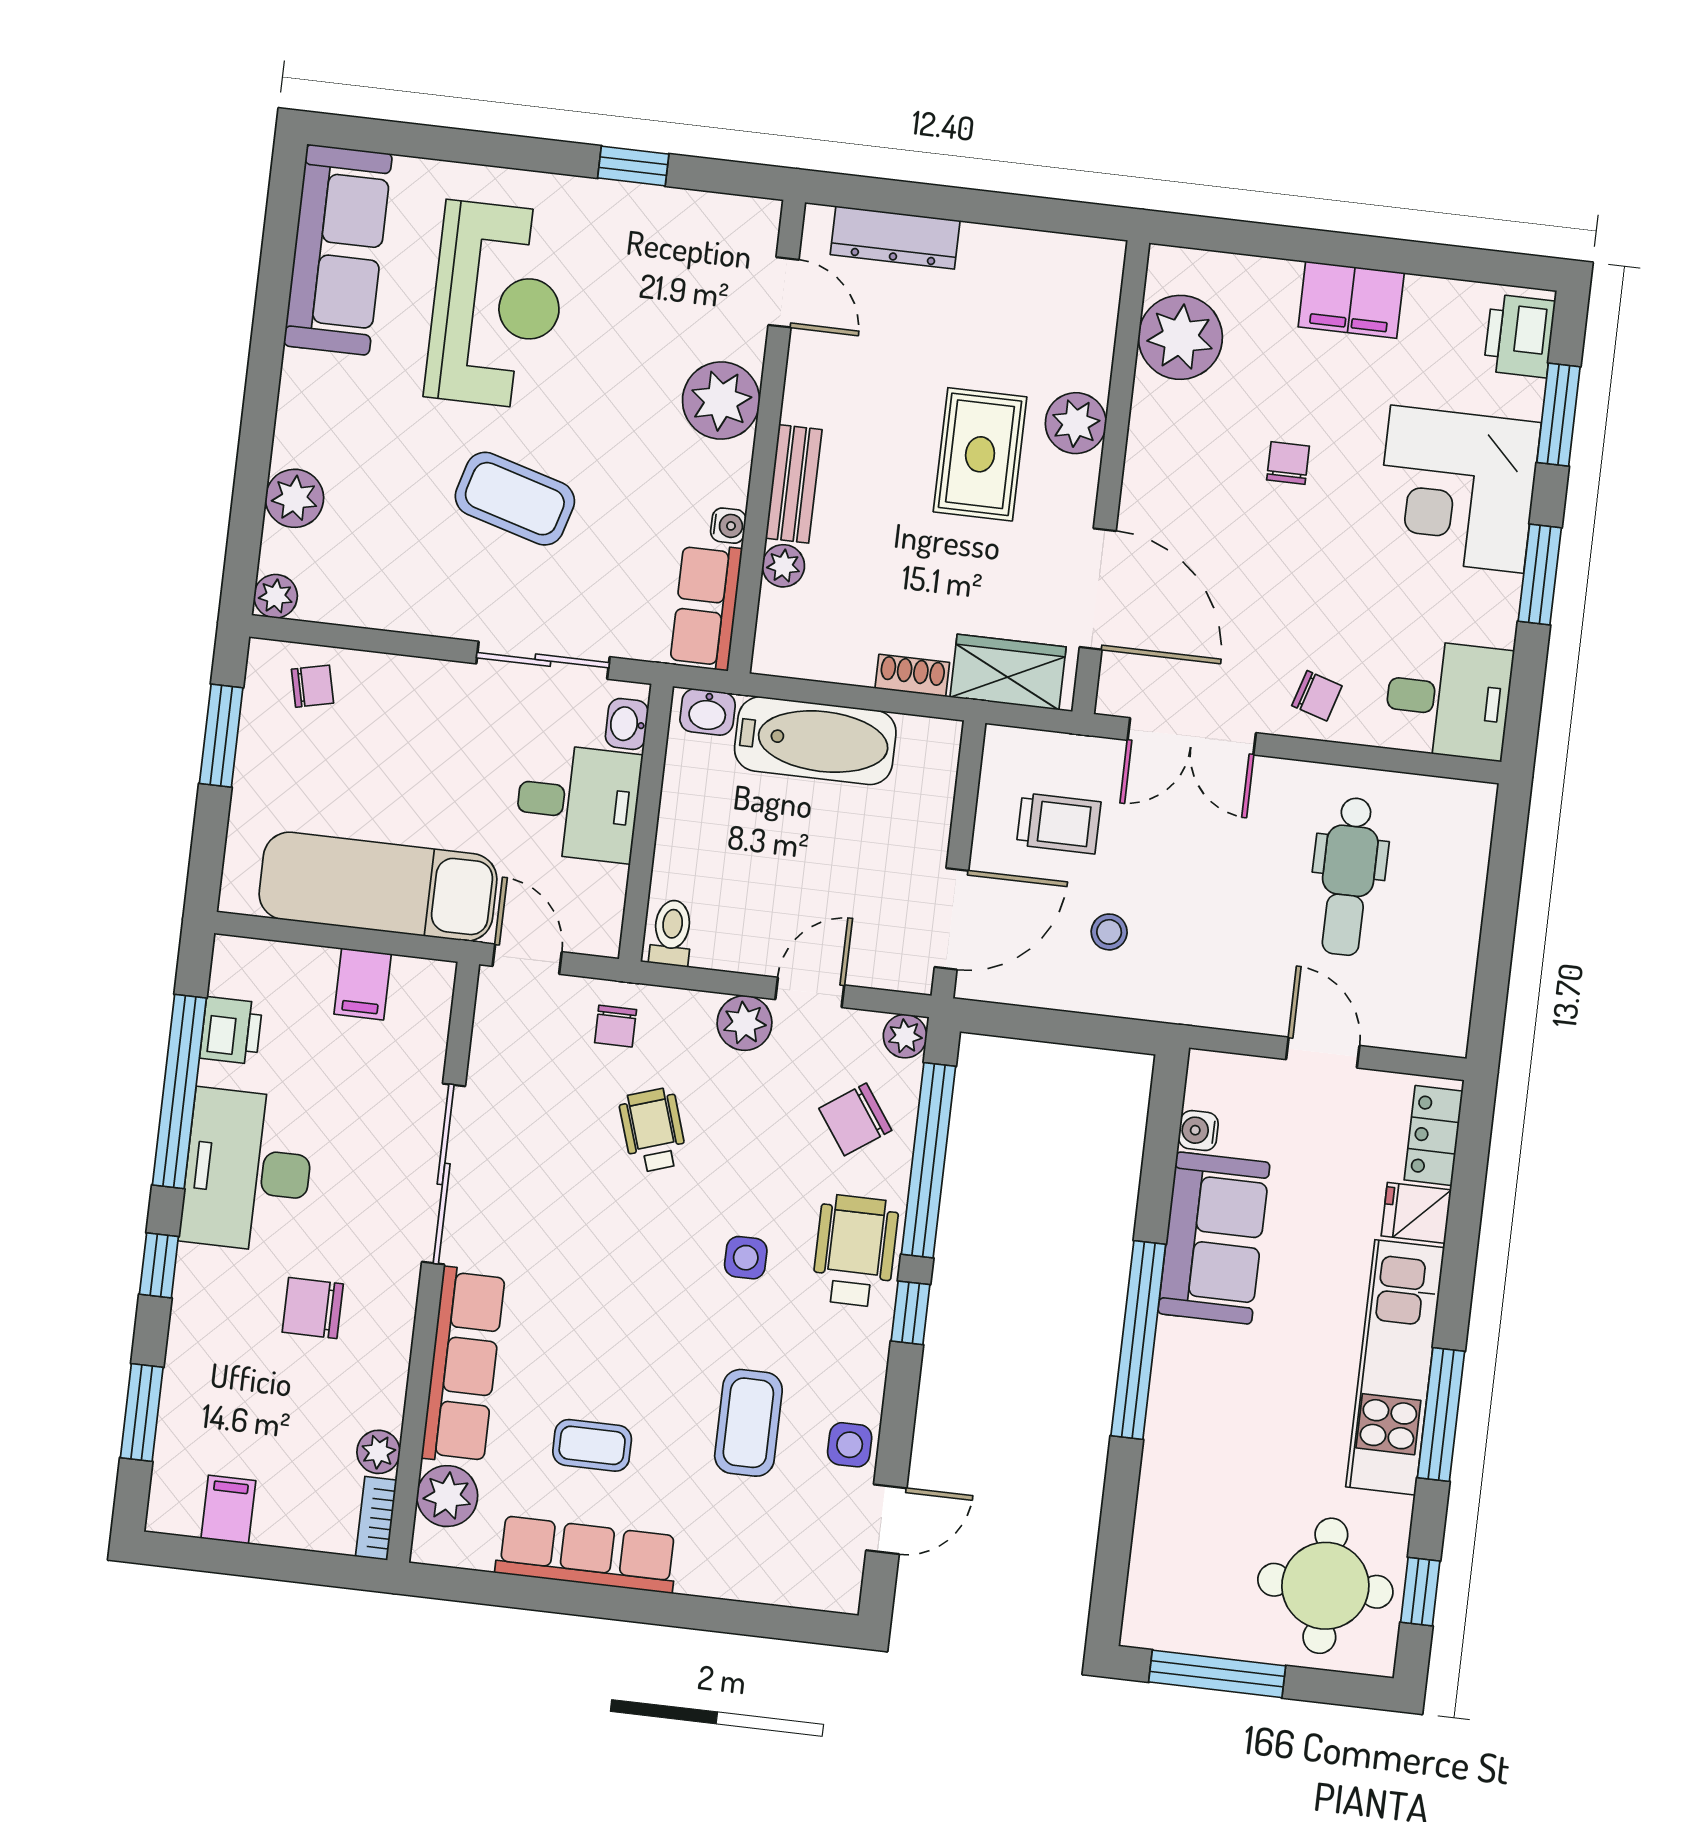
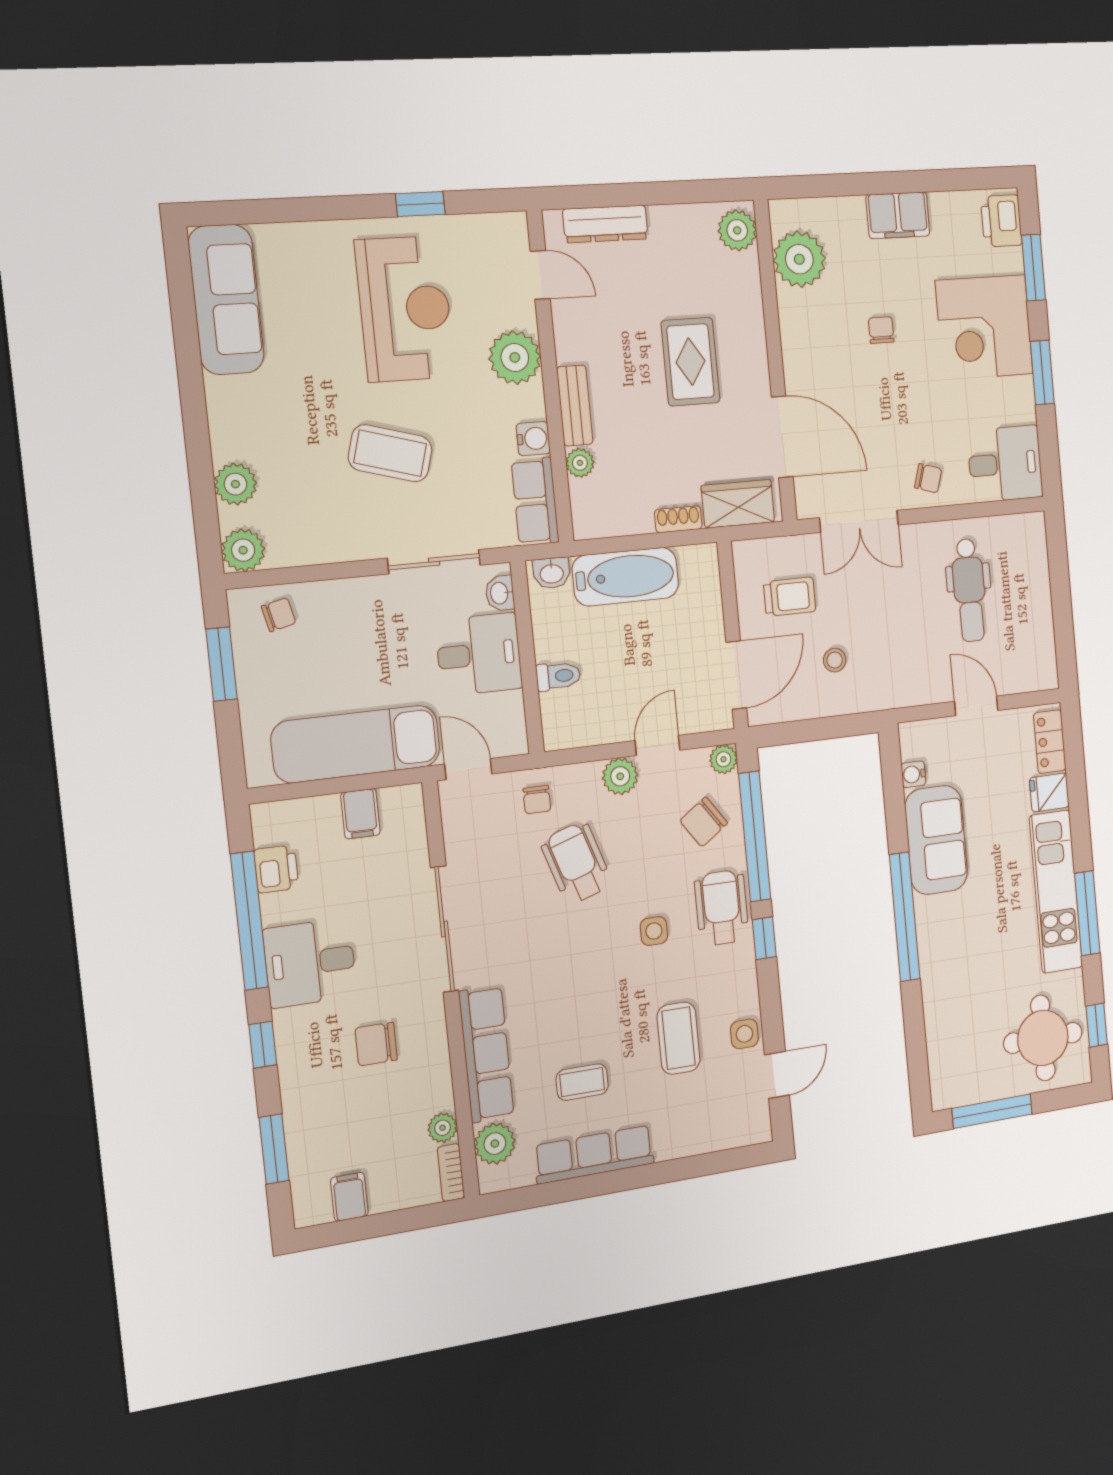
reception desk: (497, 305) -> (405, 309), moved
plant: (1076, 423) -> (737, 230), moved
water cooler: (728, 526) -> (533, 439), width x1.38, depth x1.38
plant: (276, 596) -> (243, 550), width x1.38, depth x1.38
toilet: (672, 933) -> (558, 676), moved, turned 90
wheelchair: (653, 1130) -> (576, 863), width x1.36, depth x1.37
desk: (248, 1171) -> (310, 963), width x0.73

